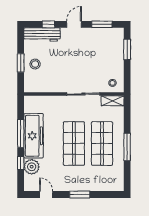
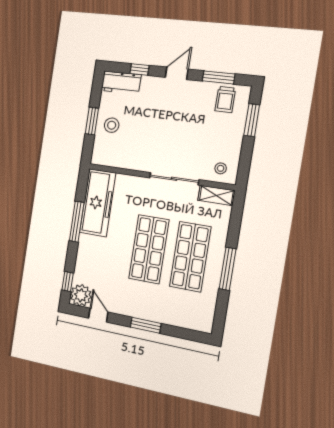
workbench: (42, 34) -> (121, 83), width x0.73
trolley: (108, 38) -> (225, 100), added
freezer: (34, 136) -> (98, 203), moved
window: (21, 163) -> (68, 281), moved
plant: (32, 167) -> (81, 295), moved

